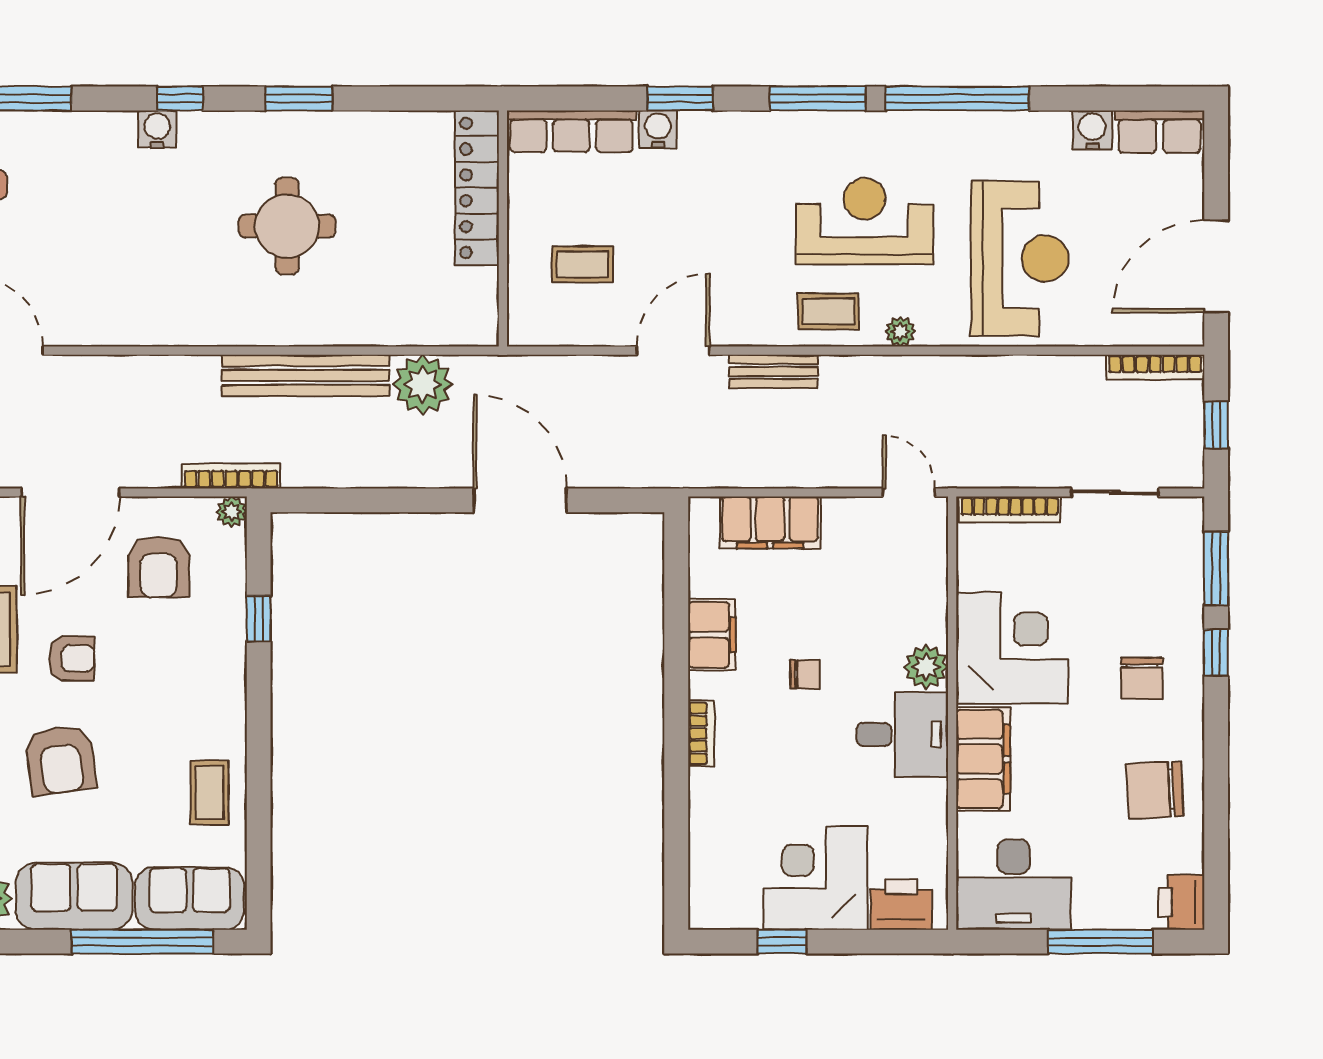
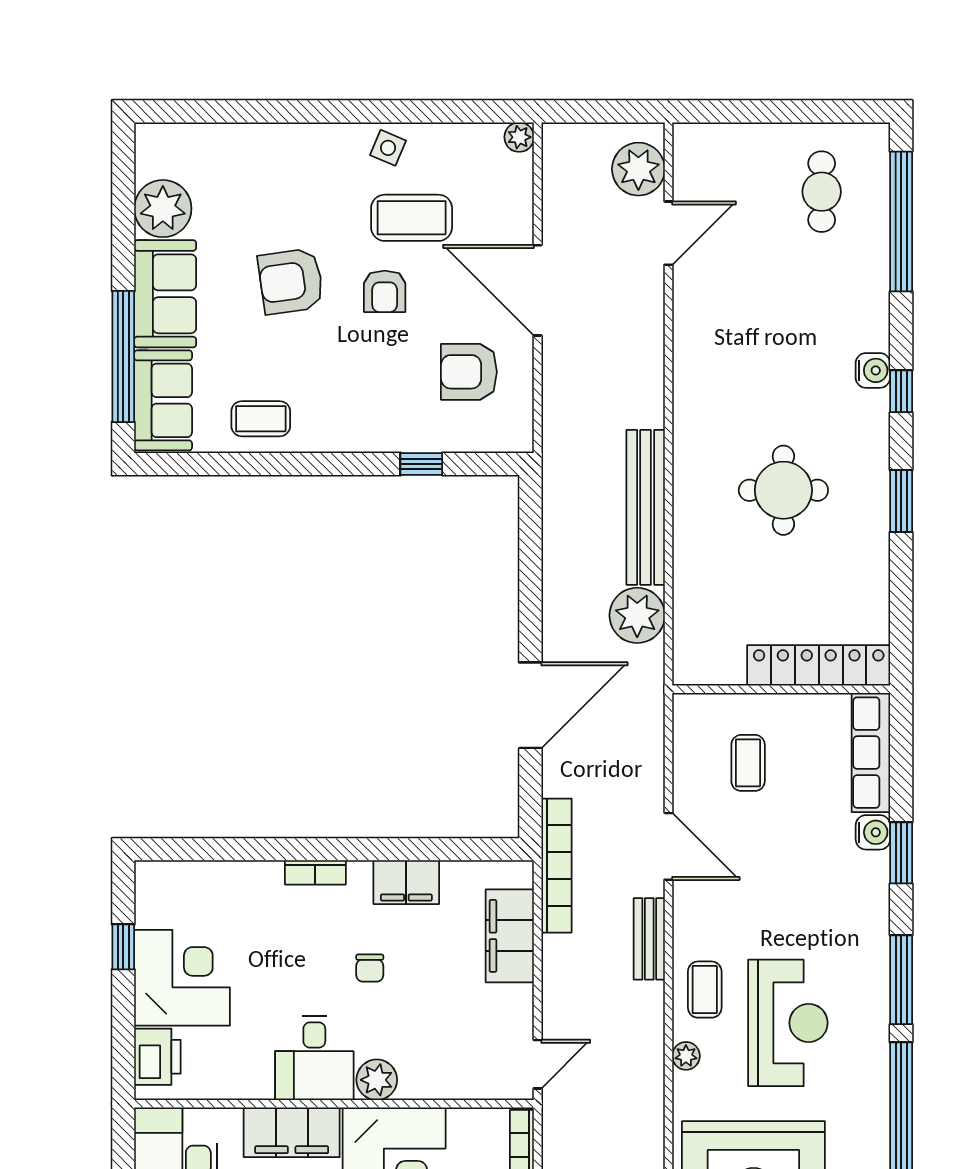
bookcase: (231, 476) -> (556, 866), moved, width x1.48, depth x1.31
plant: (231, 512) -> (520, 439), removed

